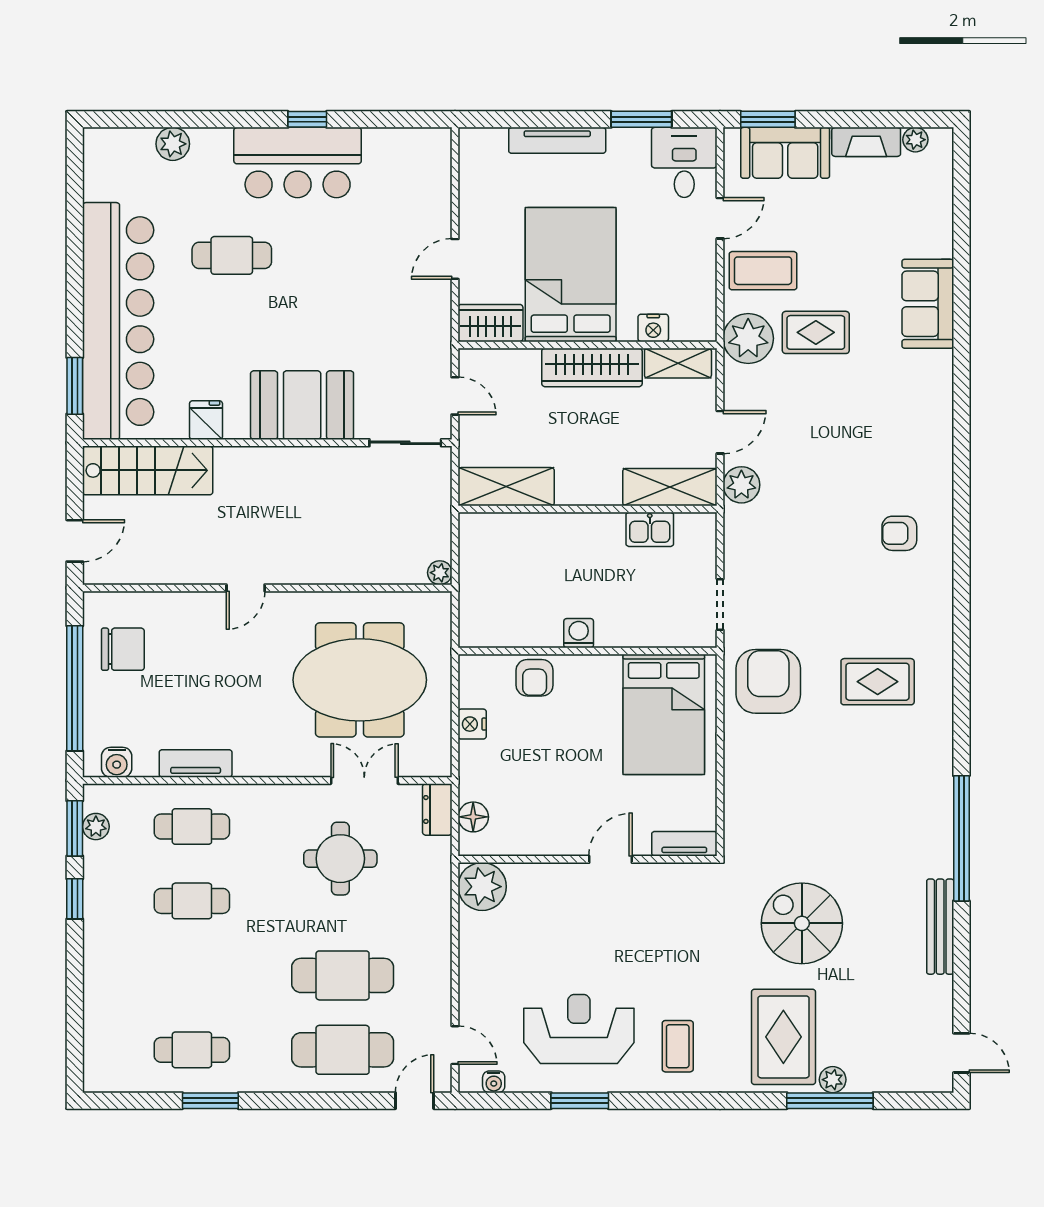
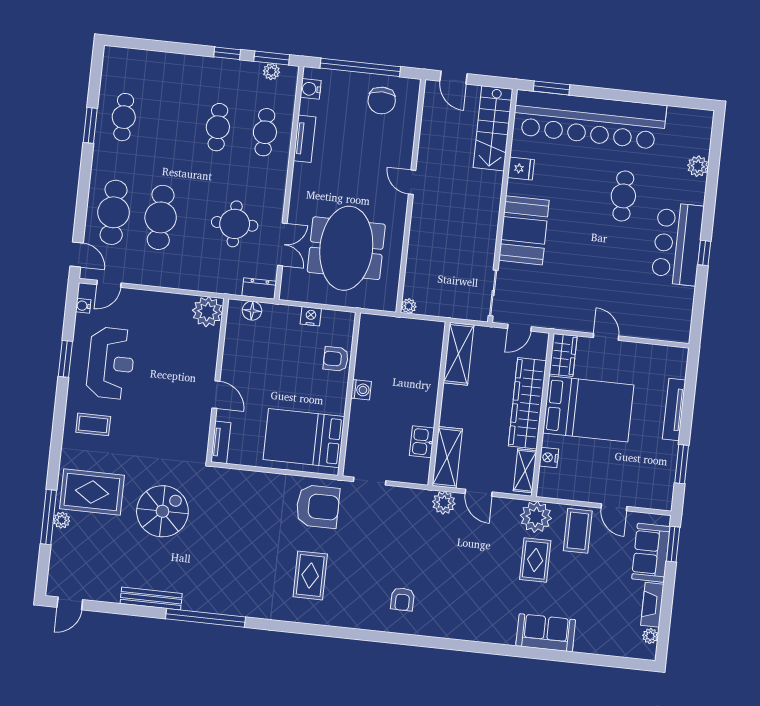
desk: (684, 162) -> (652, 488), removed
wardrobe: (592, 367) -> (527, 403), width x1.40, depth x1.17
armchair: (899, 533) -> (402, 599), turned 180

